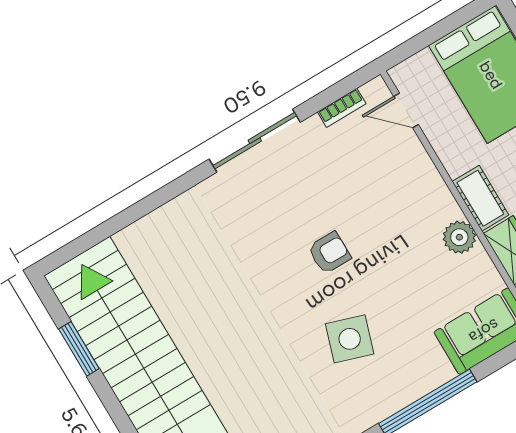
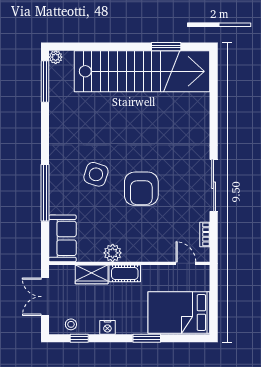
door: (406, 110) -> (186, 263), hinge flipped
armchair: (329, 253) -> (141, 189), width x1.88, depth x1.88

